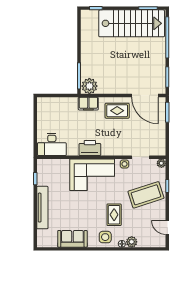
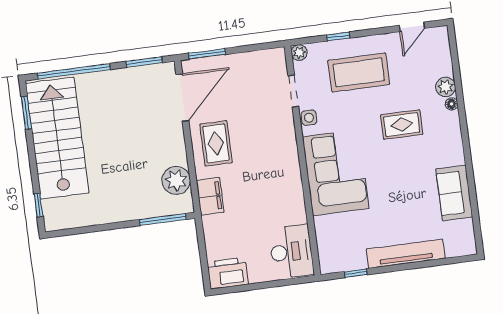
plant: (89, 86) -> (176, 180), moved
printer: (90, 148) -> (228, 273), moved, turned 90
coffee table: (146, 195) -> (359, 72), turned -72
side table: (105, 237) -> (443, 135), removed

